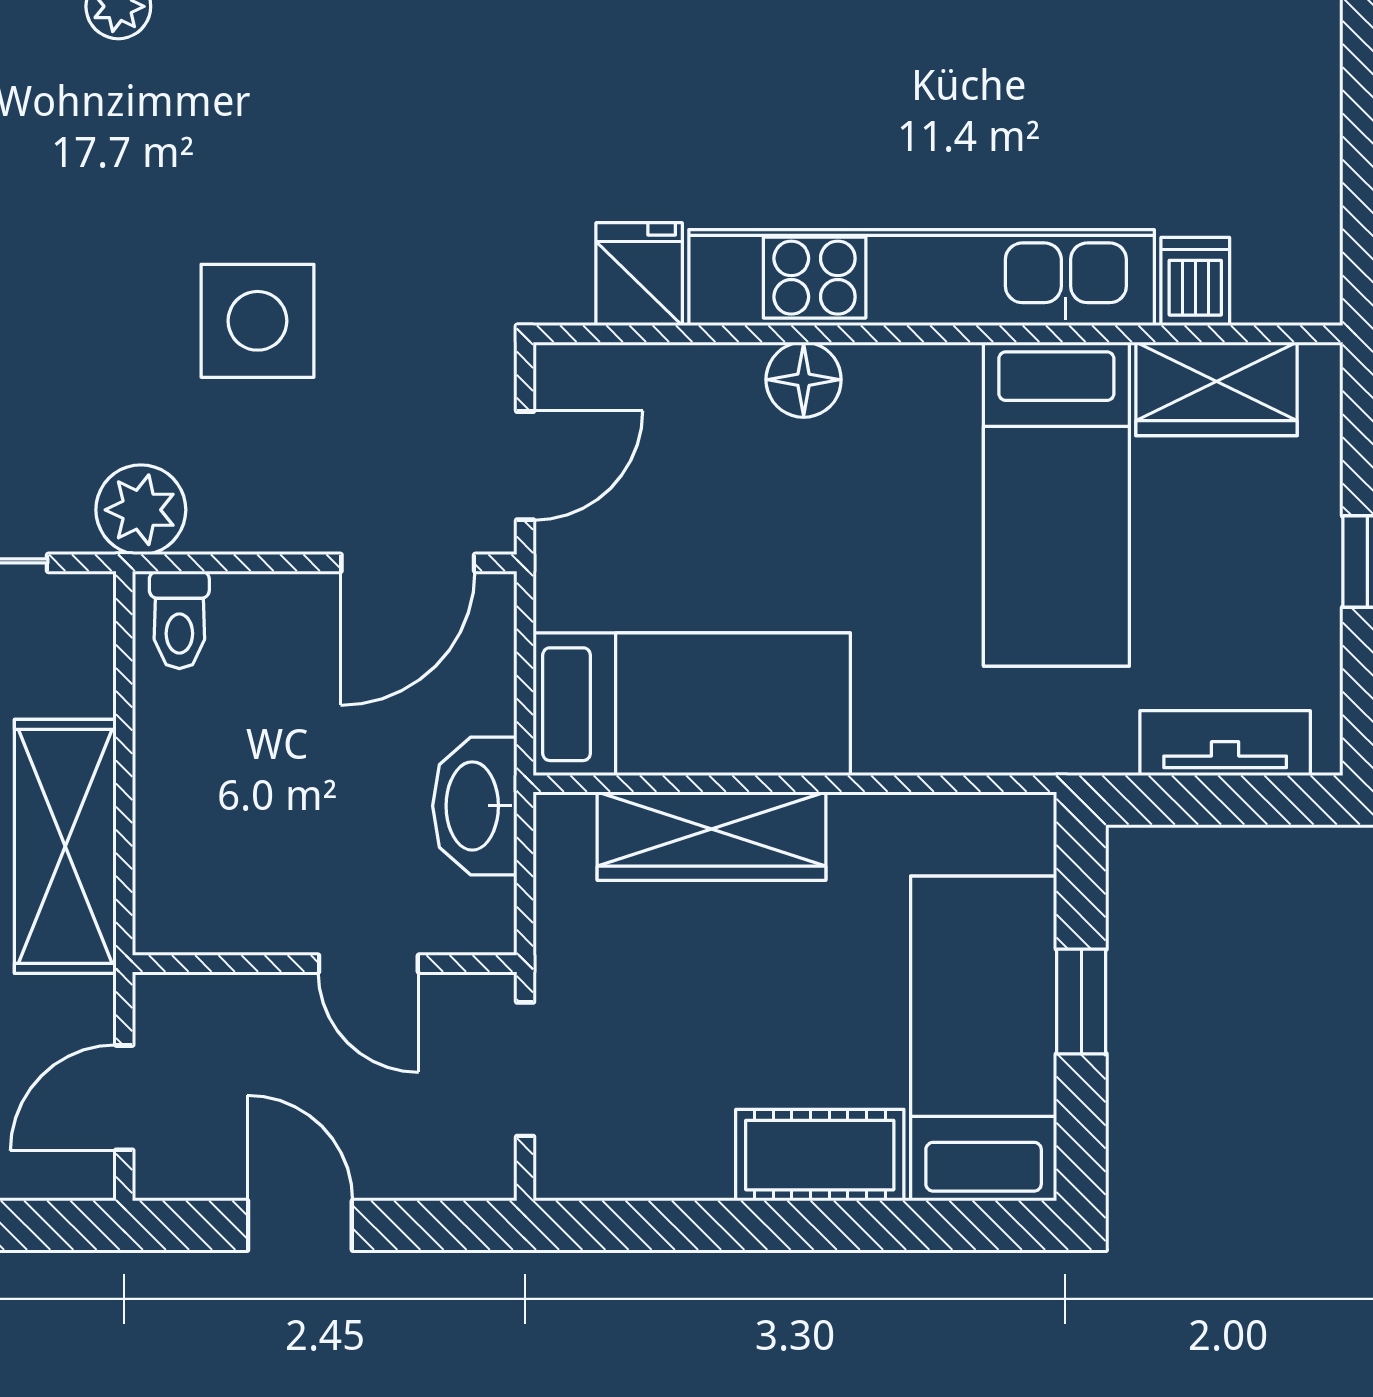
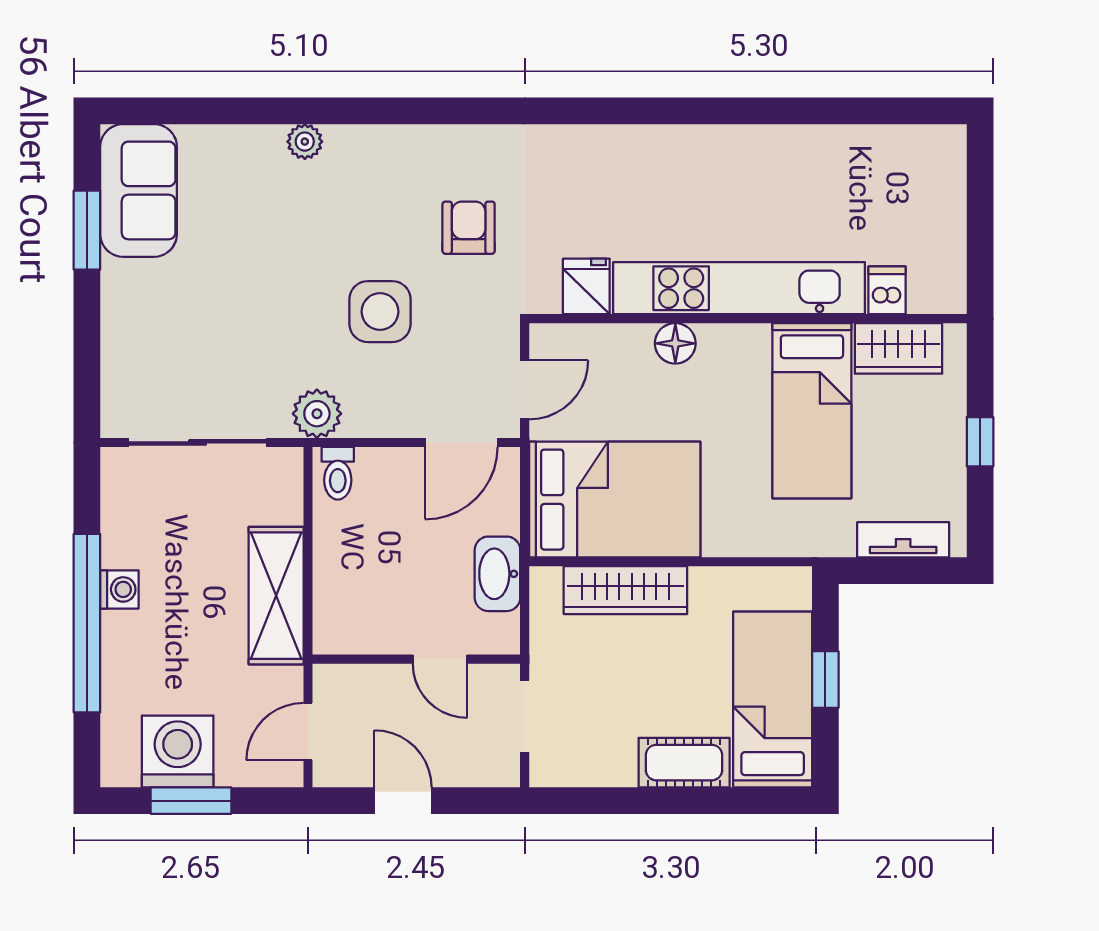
armchair: (421, 166) -> (469, 228), added
bed: (692, 704) -> (615, 500), width x1.50

